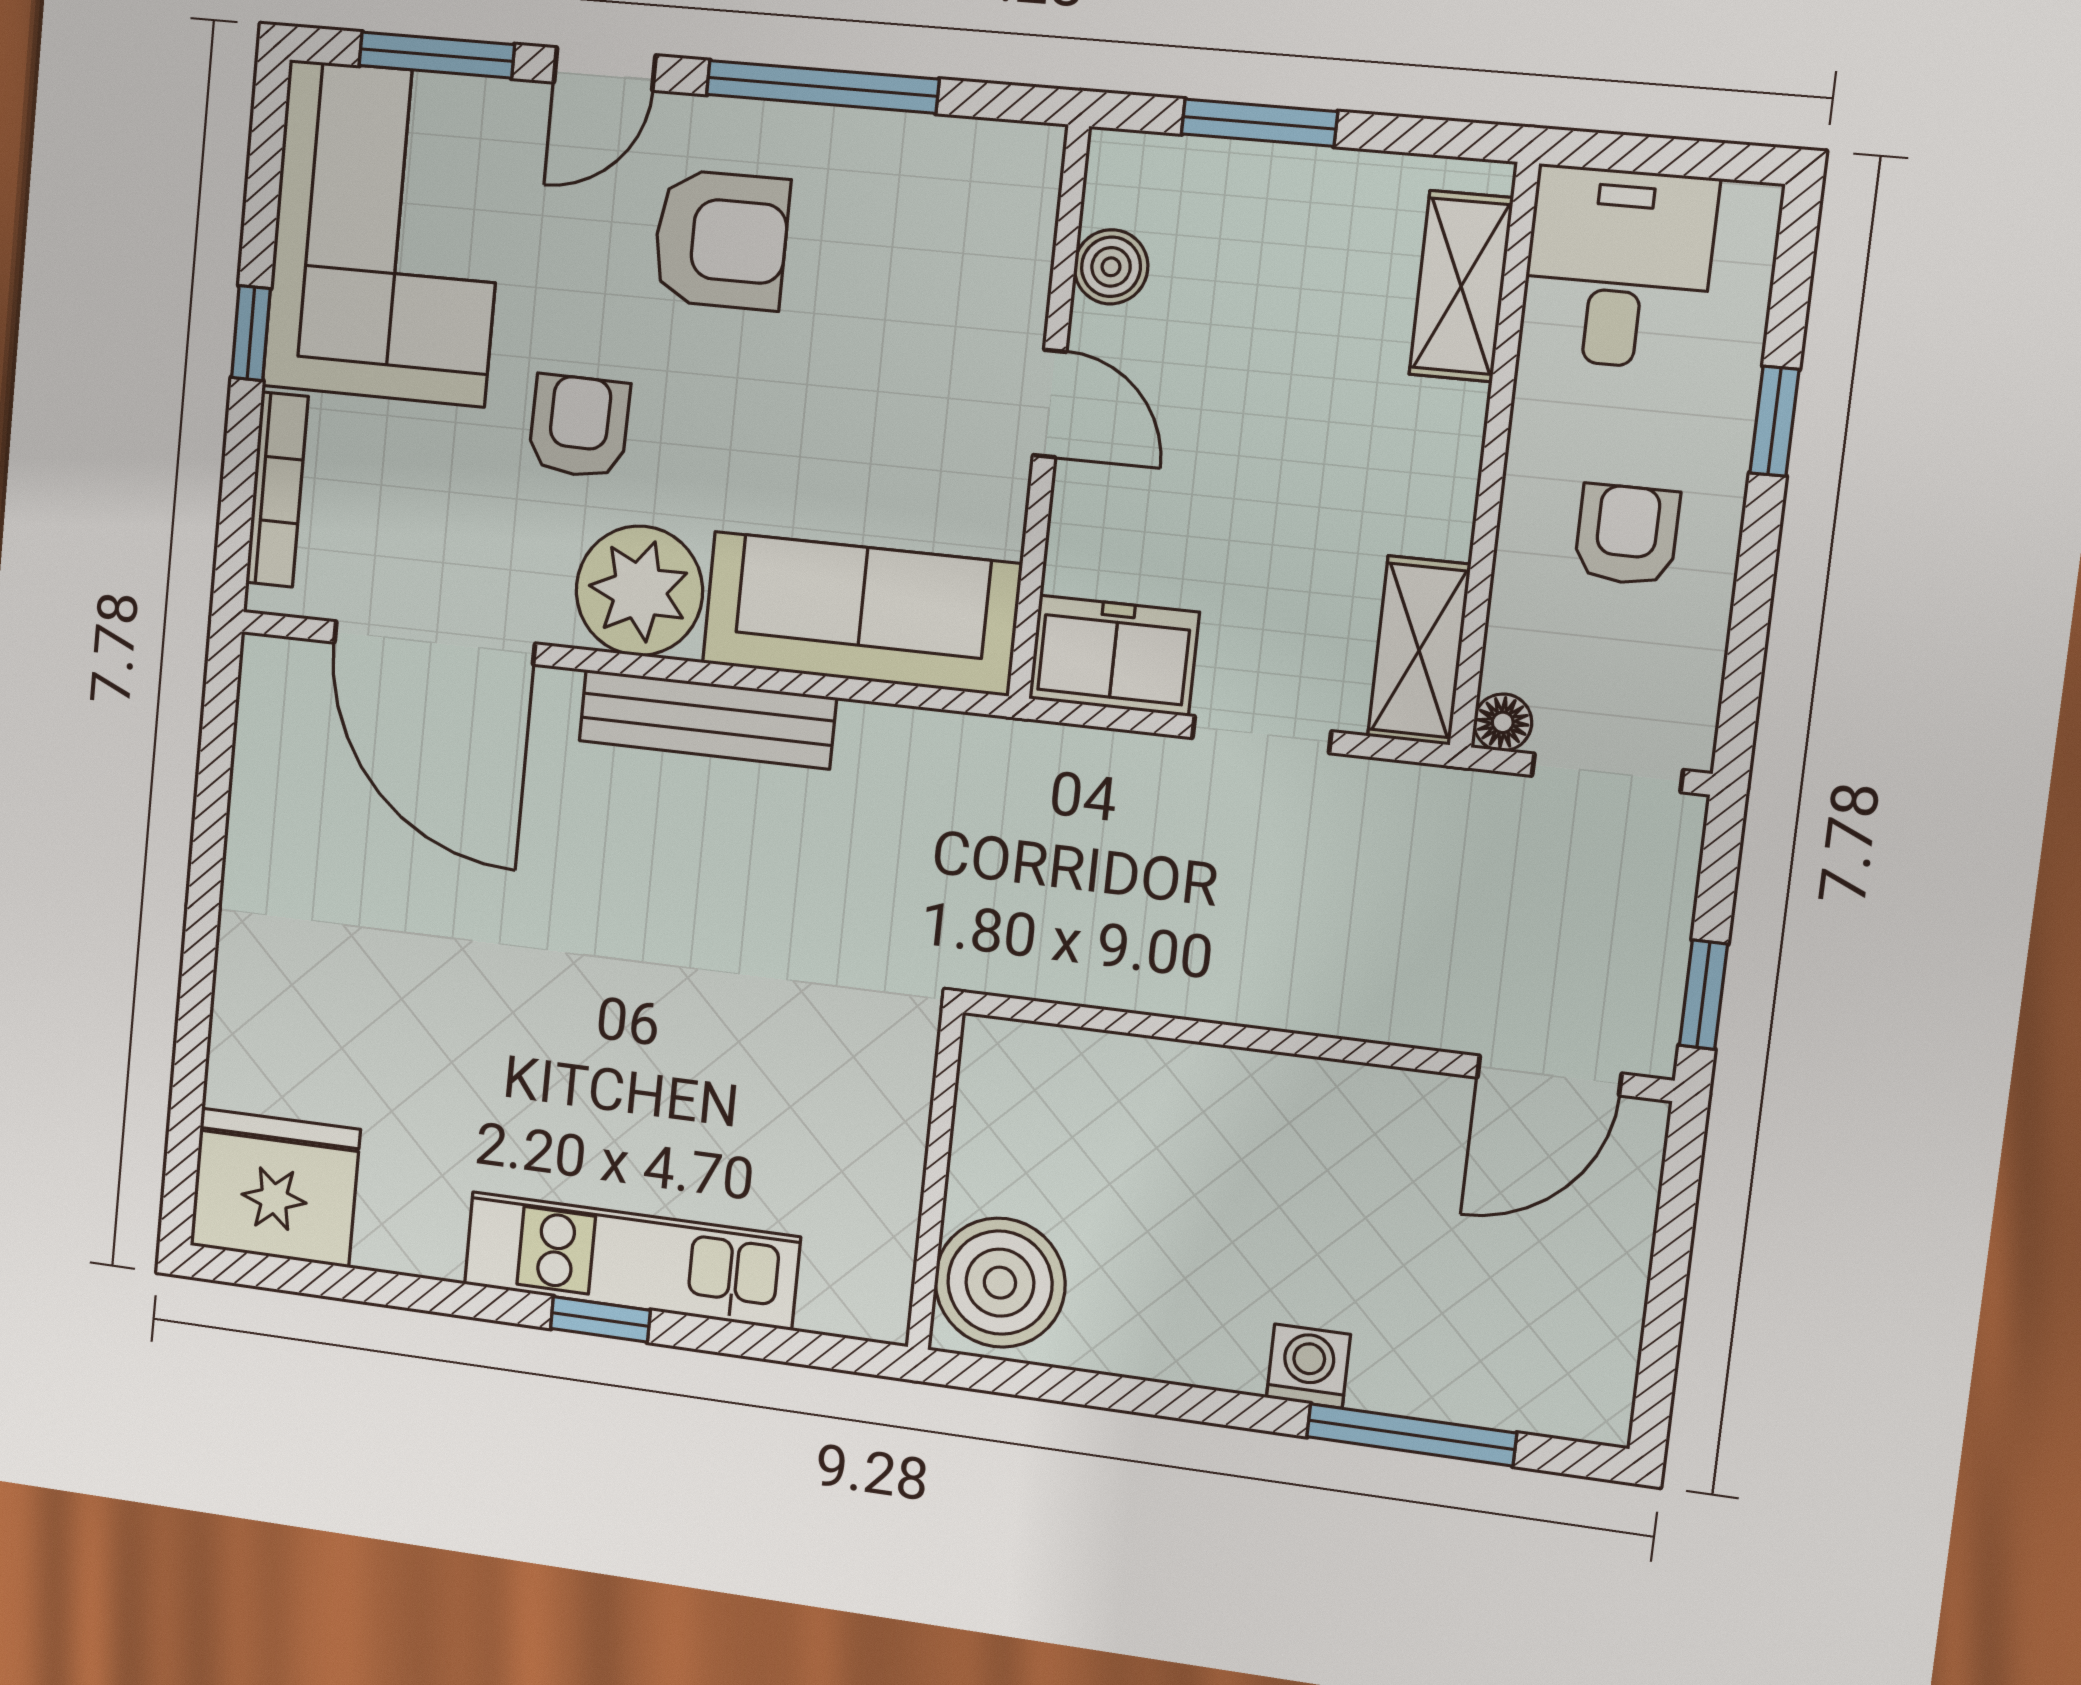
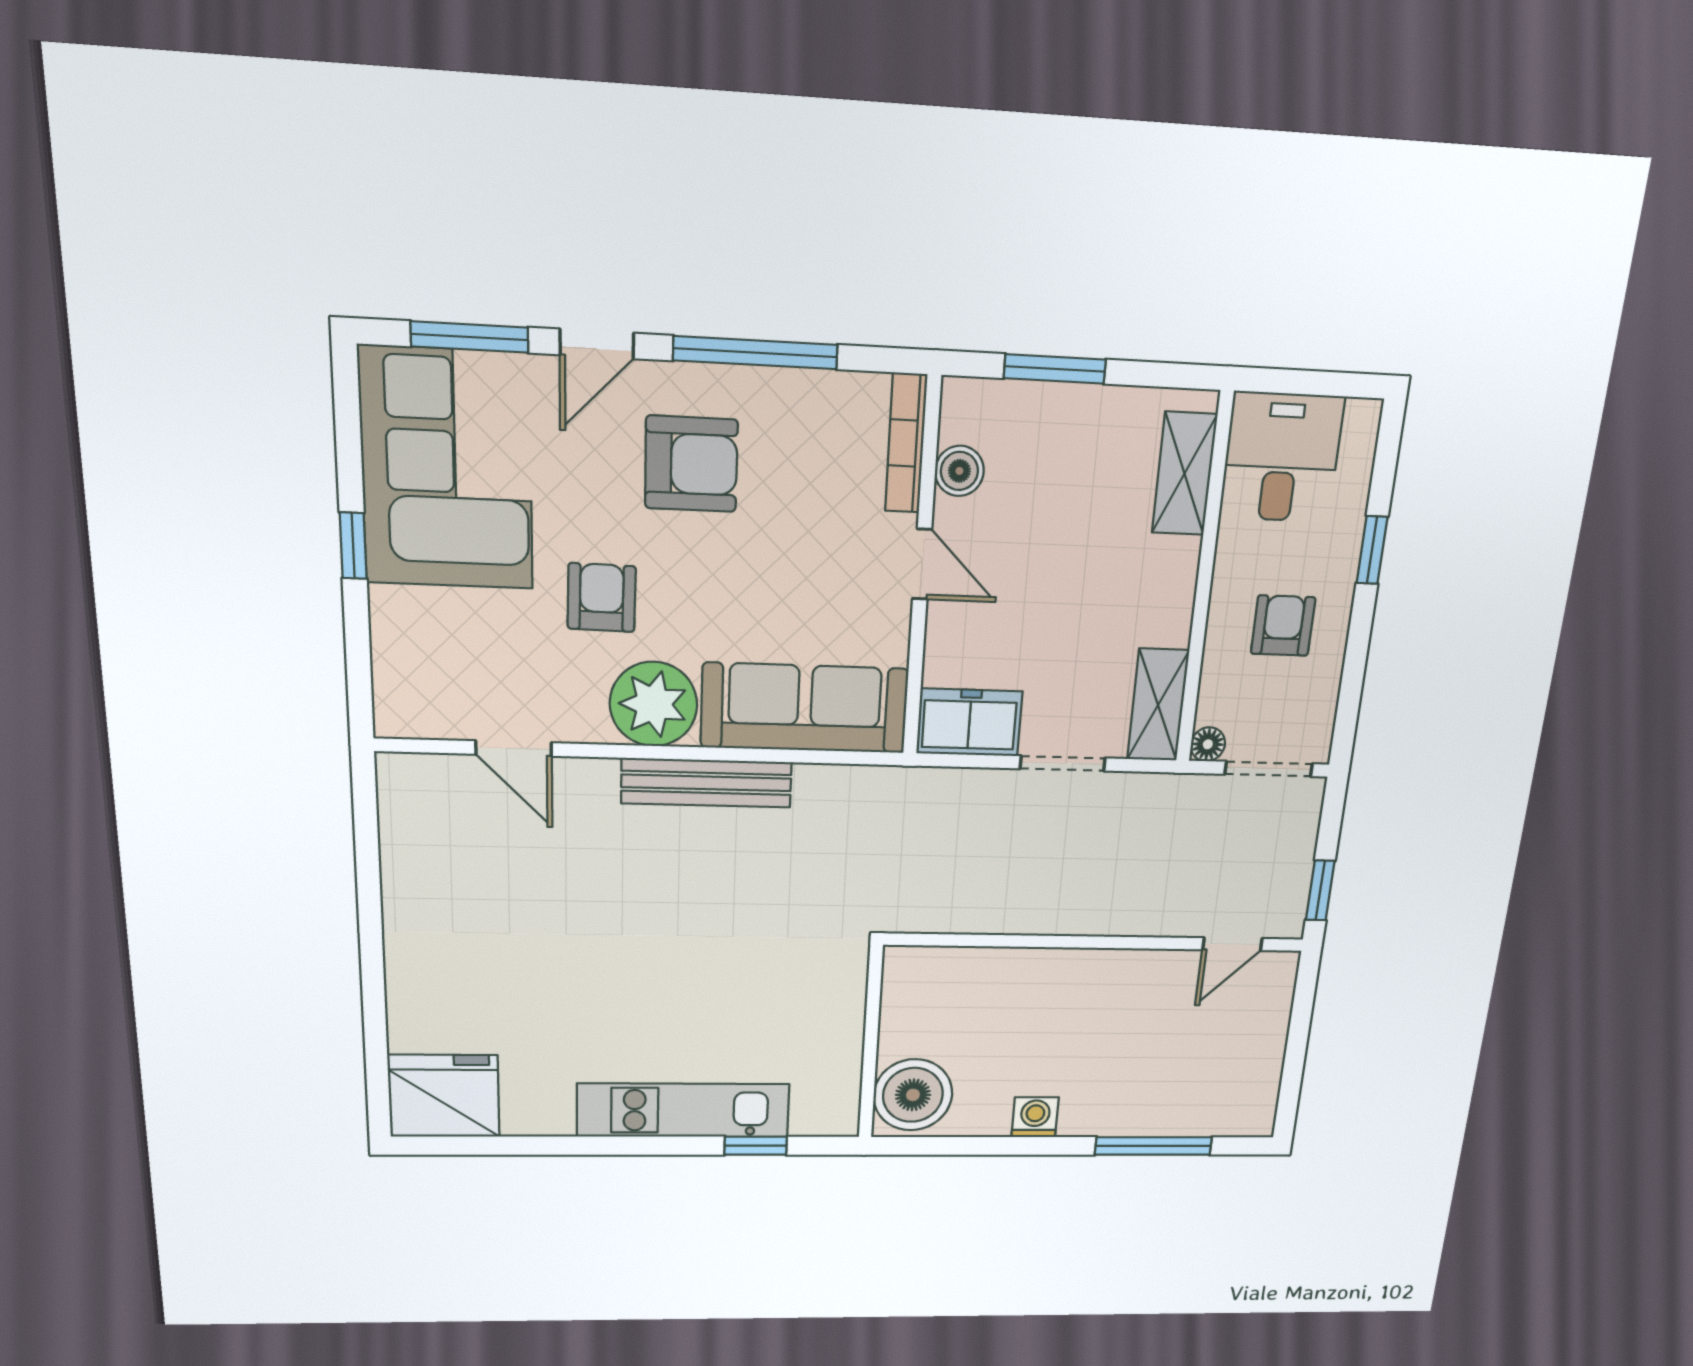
bookcase: (277, 490) -> (906, 443), moved, turned 180
door: (434, 643) -> (514, 749), width x0.53
door: (1549, 1075) -> (1232, 944), width x0.73
window: (600, 1319) -> (756, 1146), moved
washing machine: (1308, 1366) -> (1035, 1117), moved

